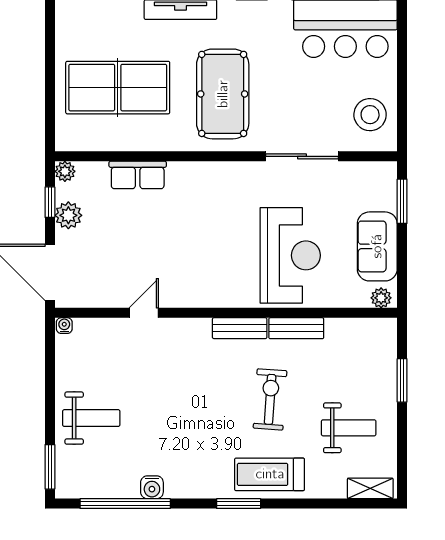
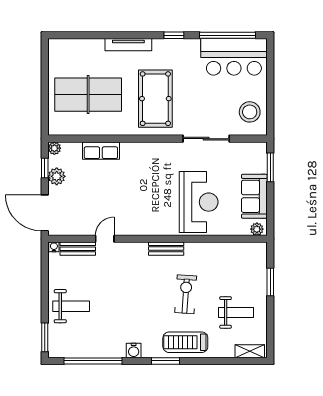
bench: (296, 328) -> (78, 249), moved
water cooler: (152, 487) -> (134, 351), moved

